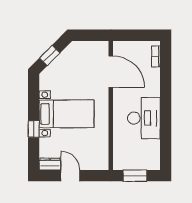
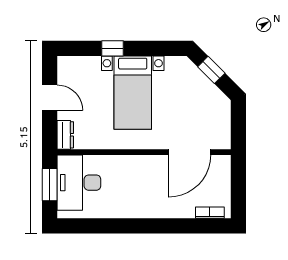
desk: (144, 118) -> (79, 183), moved, turned 90
dresser: (50, 164) -> (65, 135), moved
door: (70, 176) -> (50, 98), hinge flipped

